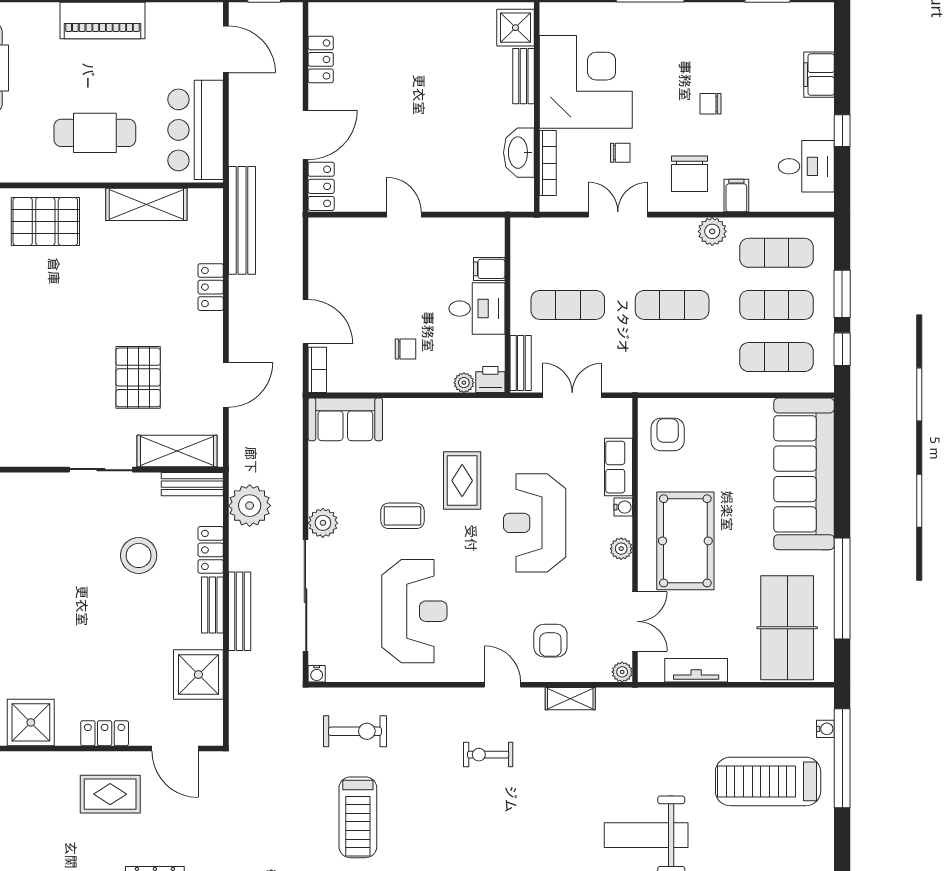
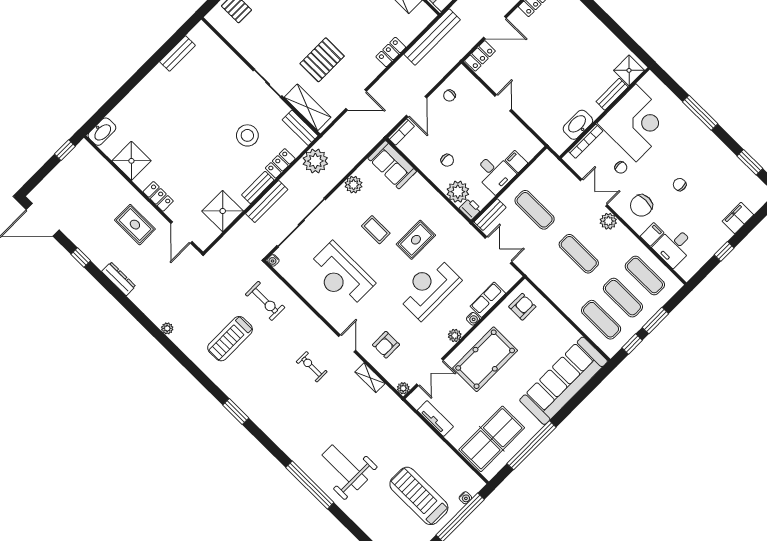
desk: (806, 166) -> (674, 247), moved, turned 90
plant: (712, 231) -> (608, 221), moved
chair: (332, 270) -> (449, 96), added
plant: (464, 383) -> (458, 192), width x1.88, depth x1.88
plant: (323, 523) -> (354, 185), moved
reception desk: (414, 611) -> (341, 275), turned 90

